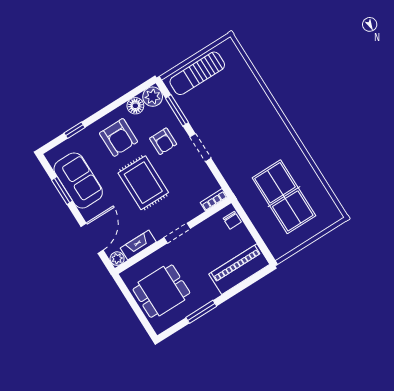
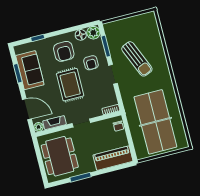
sun lounger: (197, 73) -> (137, 59), moved, turned -113
table tennis table: (284, 197) -> (155, 122), width x1.36, depth x1.32
door: (92, 238) -> (27, 109), hinge flipped
dining table: (161, 291) -> (60, 156), width x1.38

